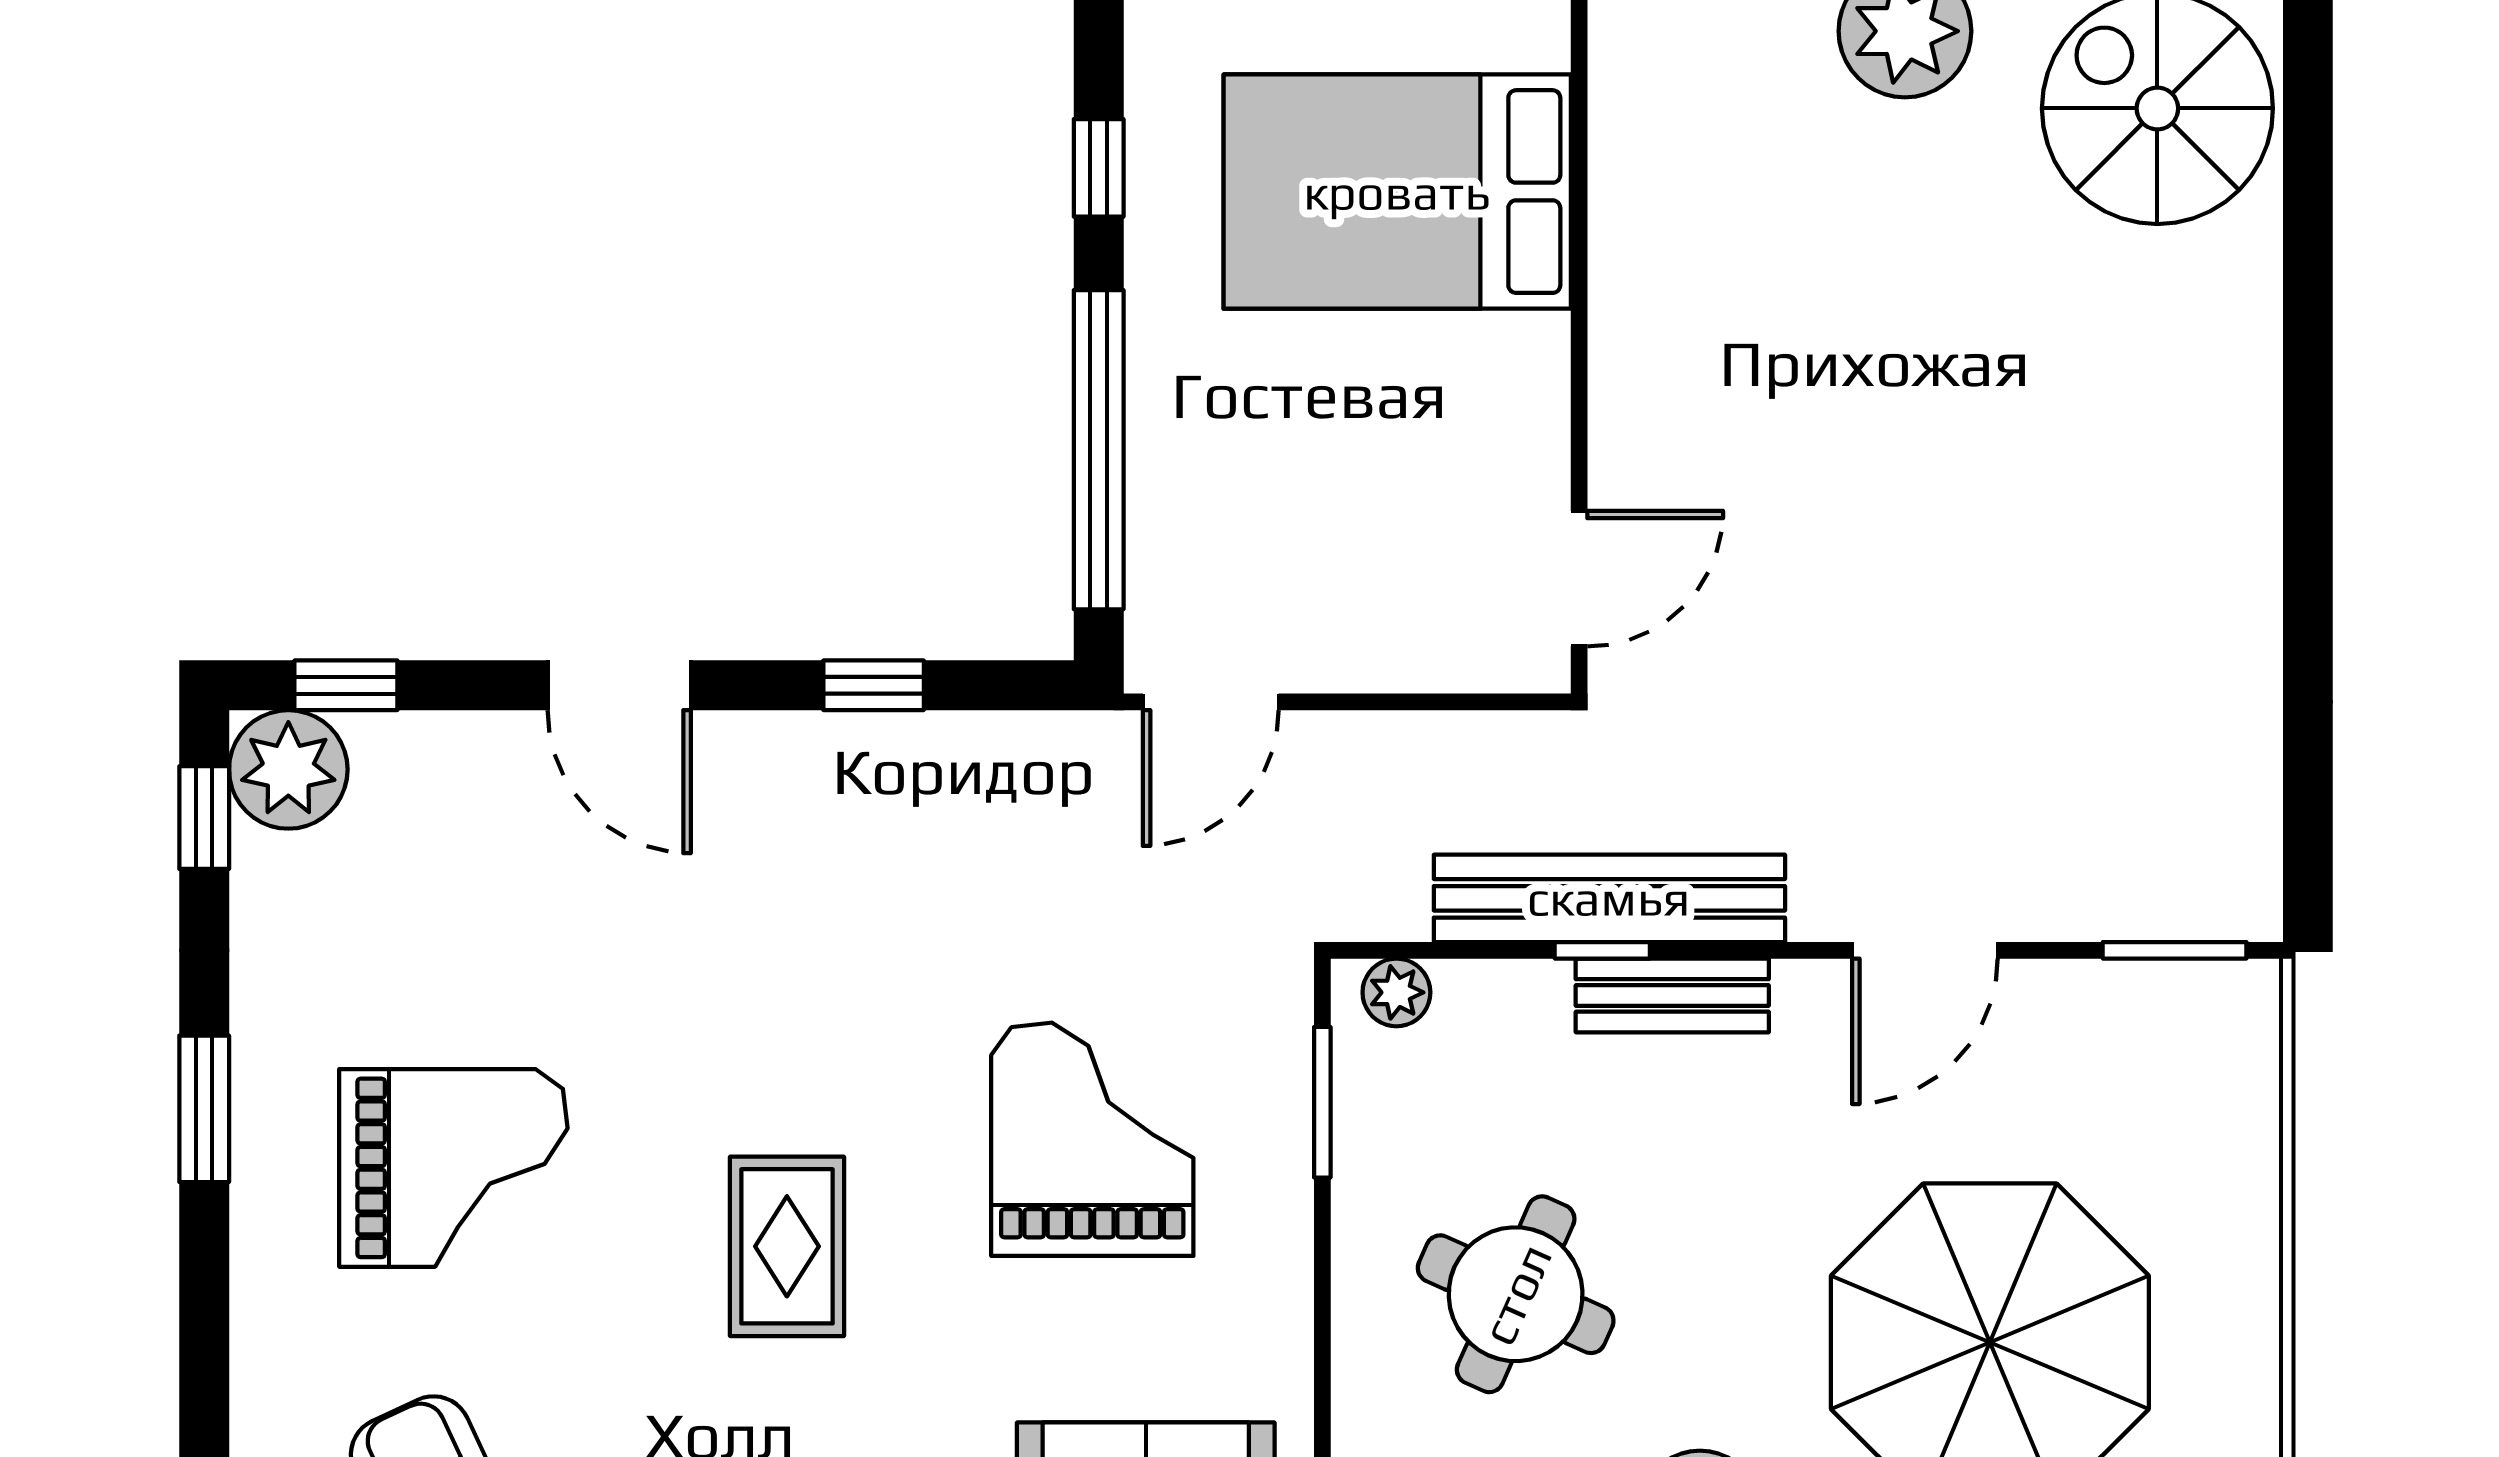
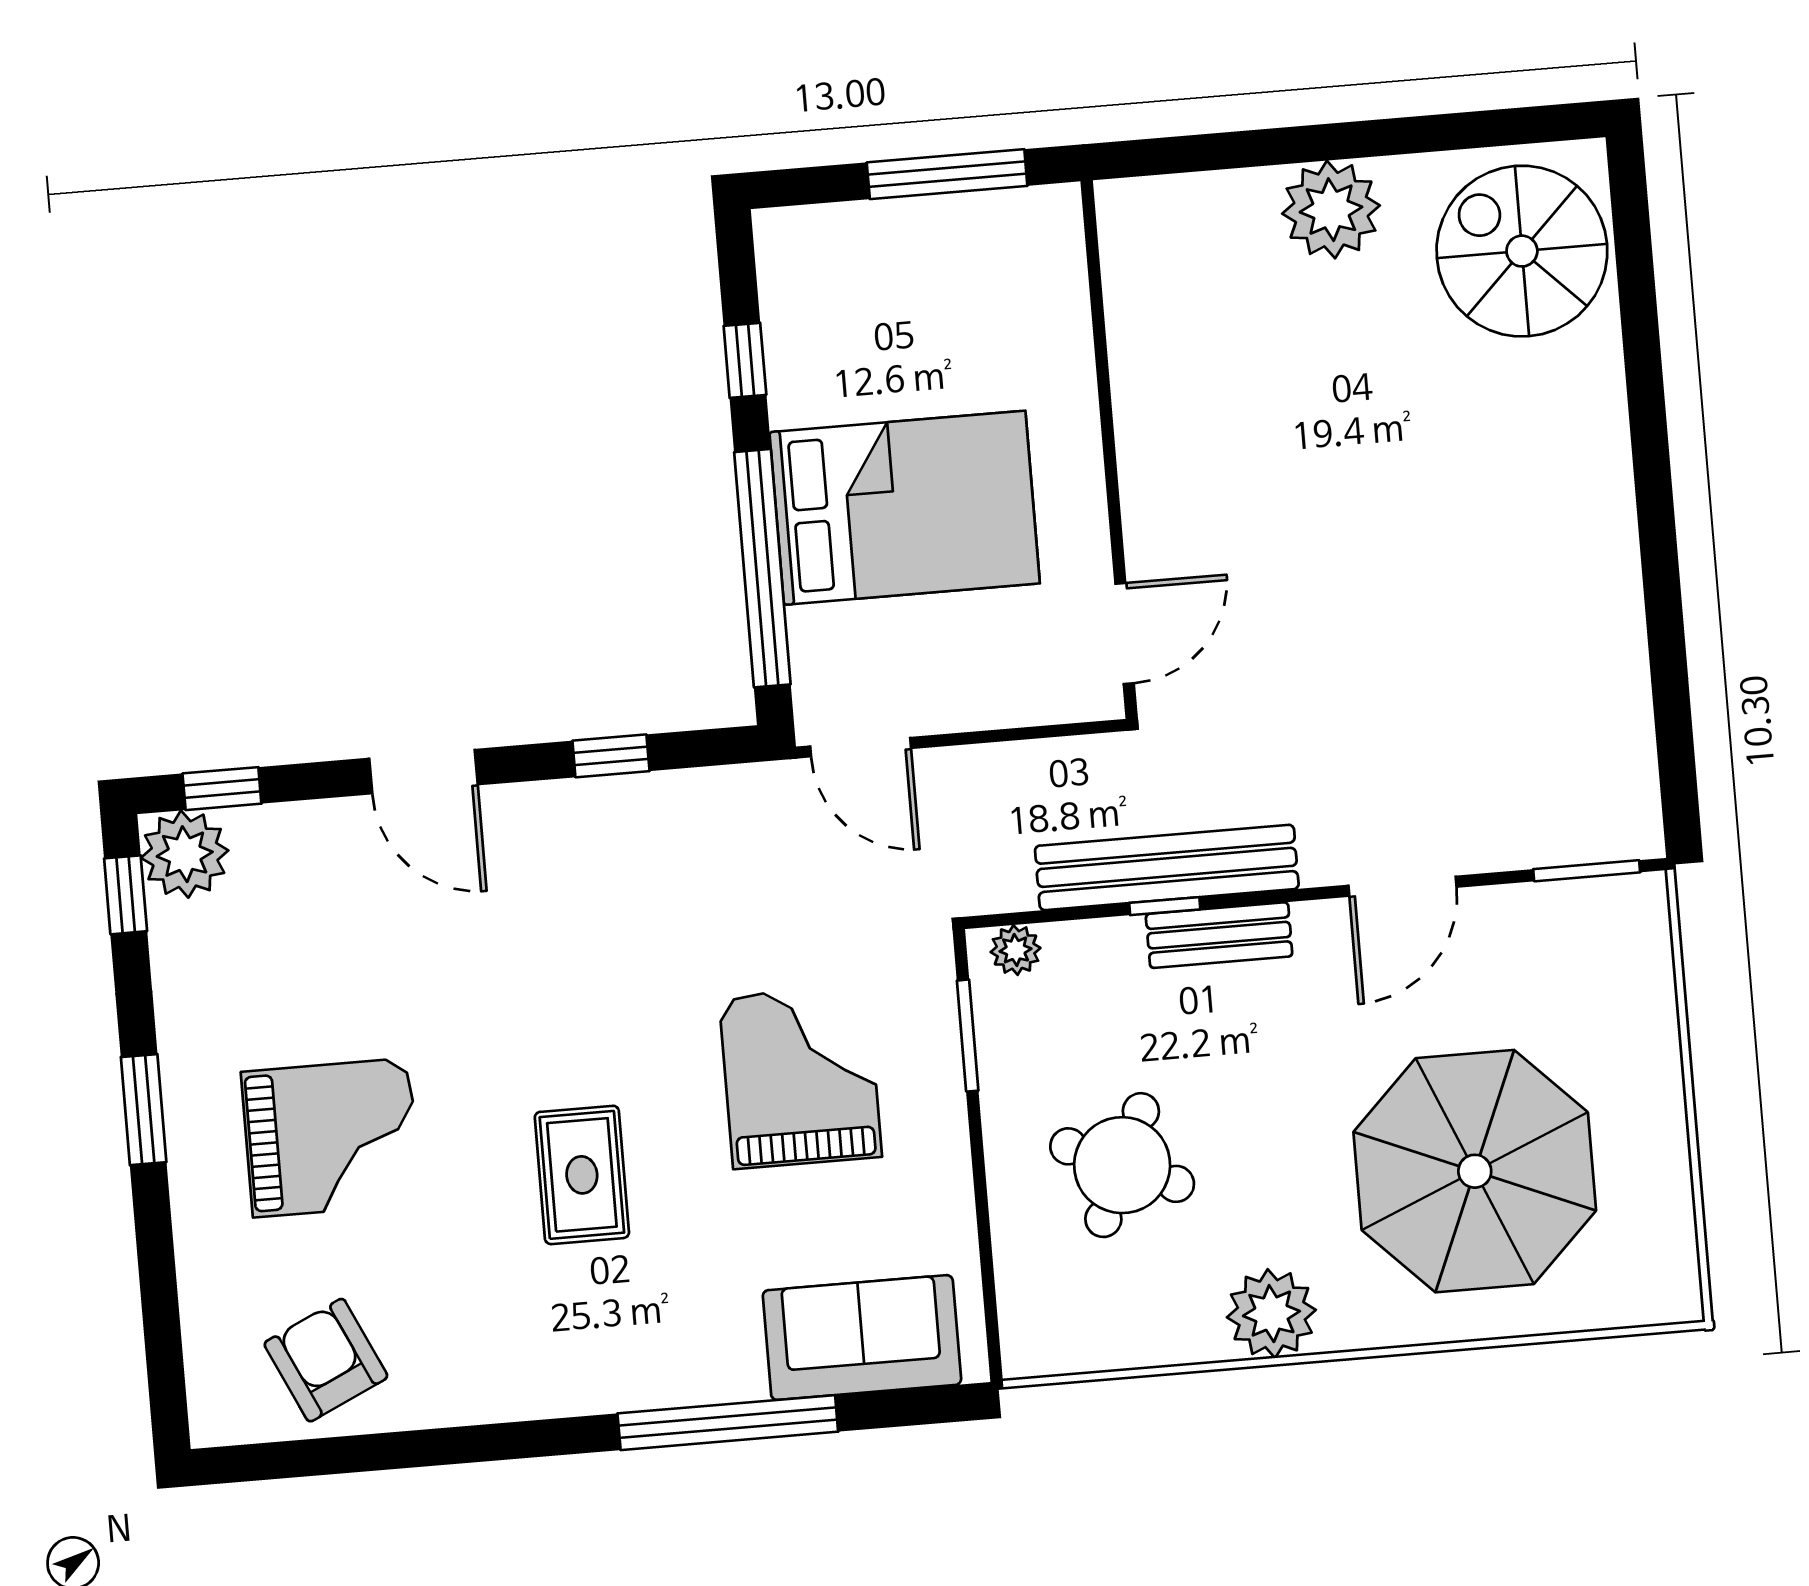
bed: (1397, 192) -> (905, 508), moved, turned 180
door: (1211, 702) -> (861, 747), hinge flipped

